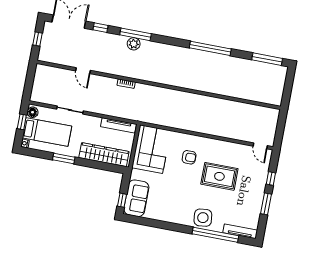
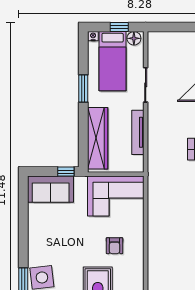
tv unit: (119, 125) -> (138, 132), moved
window: (122, 200) -> (66, 172), moved

